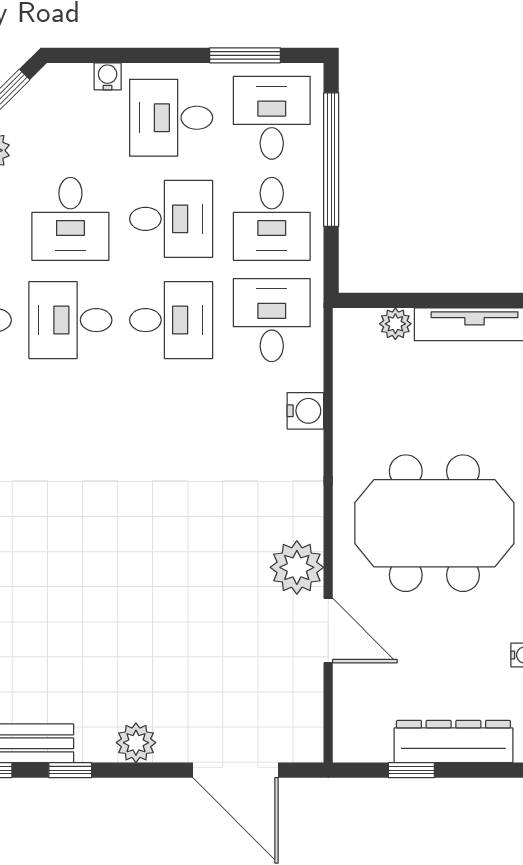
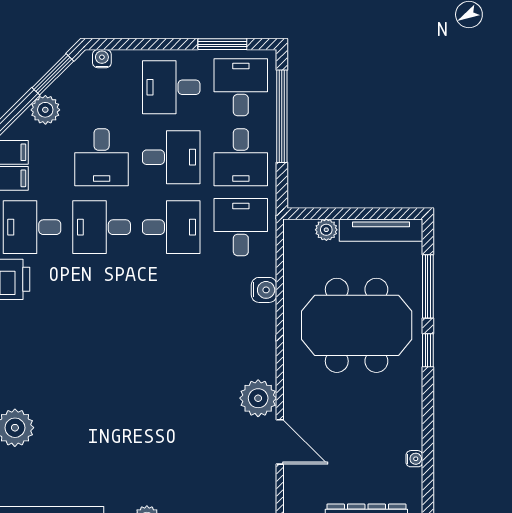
water cooler: (108, 76) -> (102, 59), moved
meeting table: (434, 523) -> (357, 325), moved

